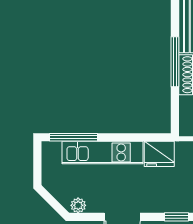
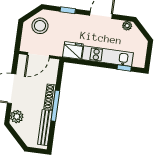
window: (74, 137) -> (124, 68), width x0.46

